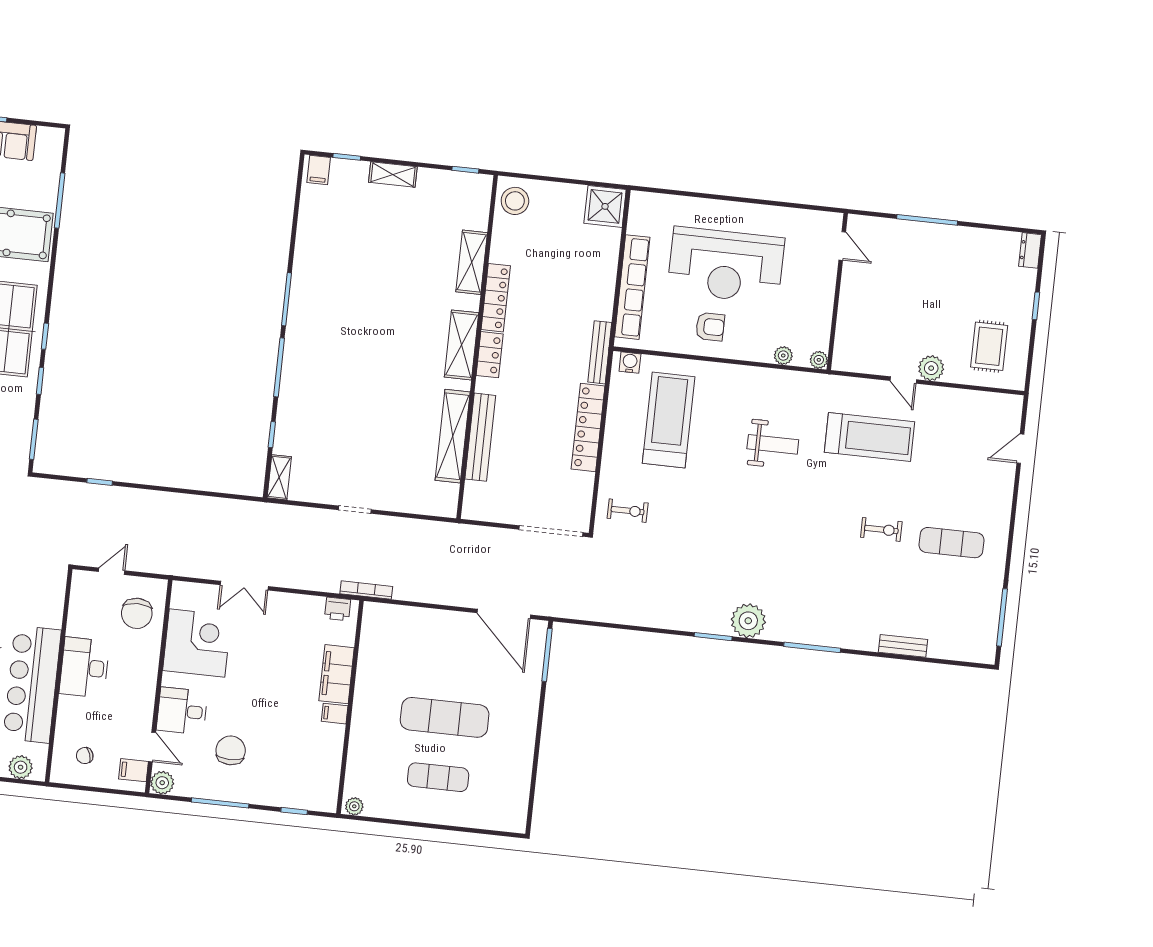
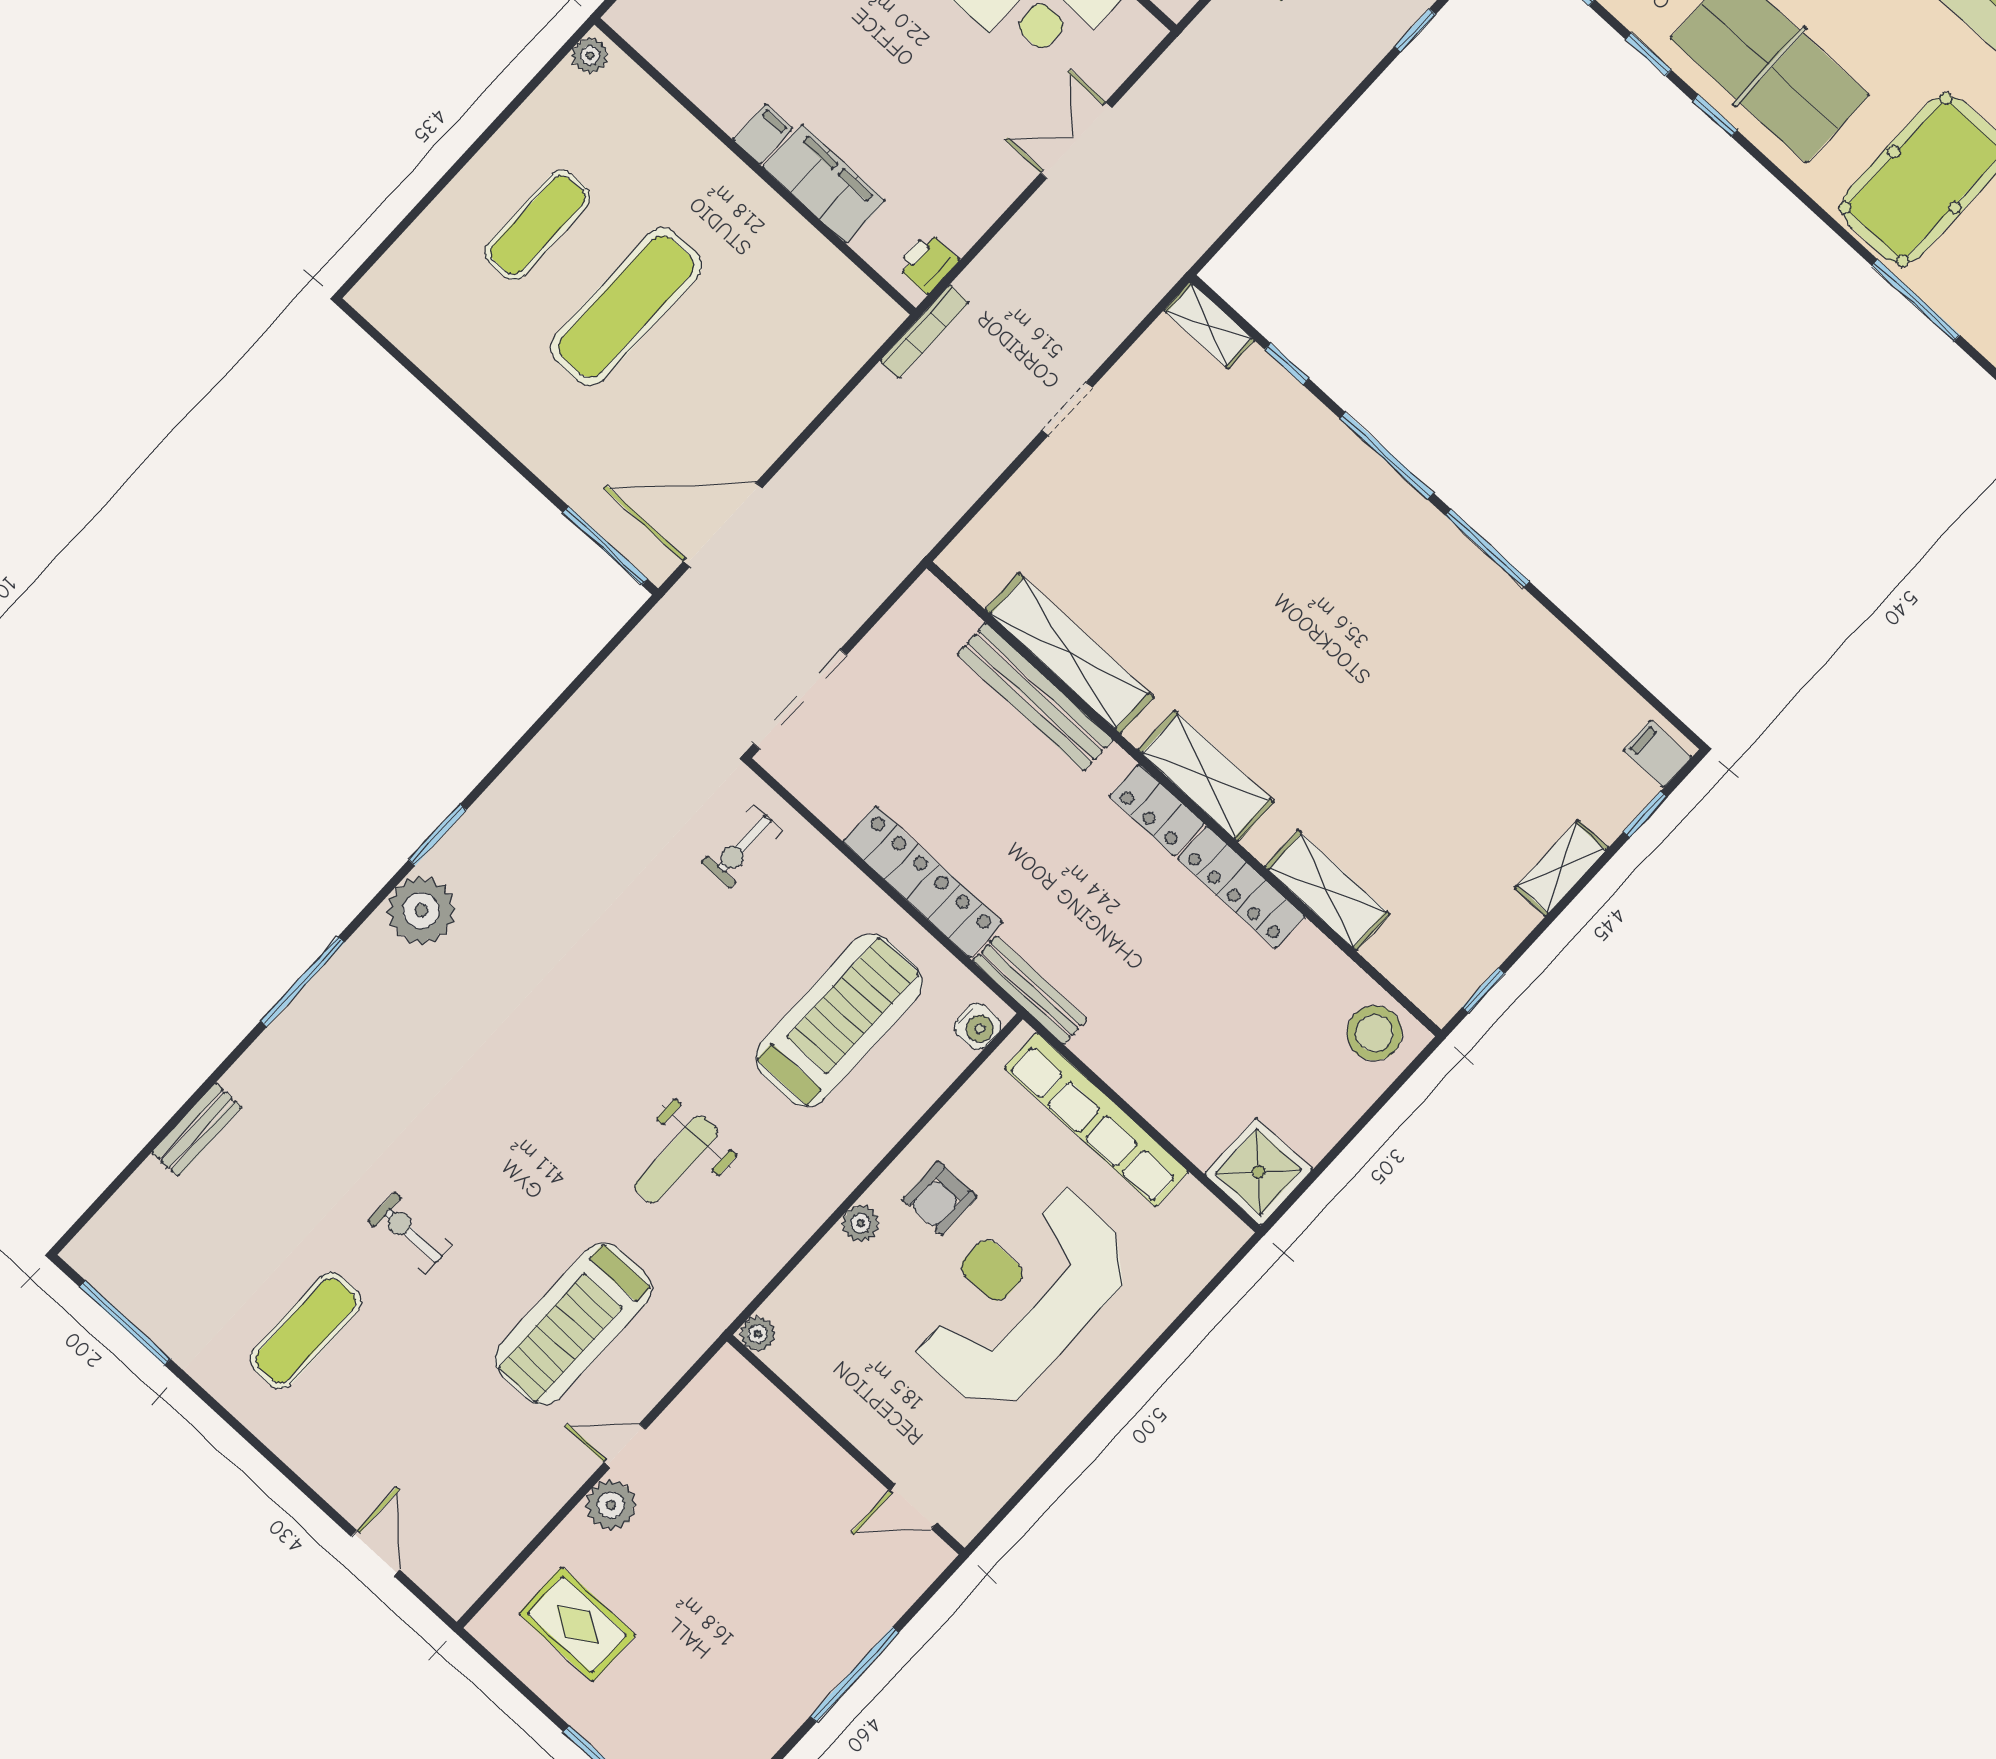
plant: (783, 356) -> (860, 1223), moved
treadmill: (669, 420) -> (839, 1020), turned -90
exercise bike: (881, 529) -> (410, 1233), turned 90

